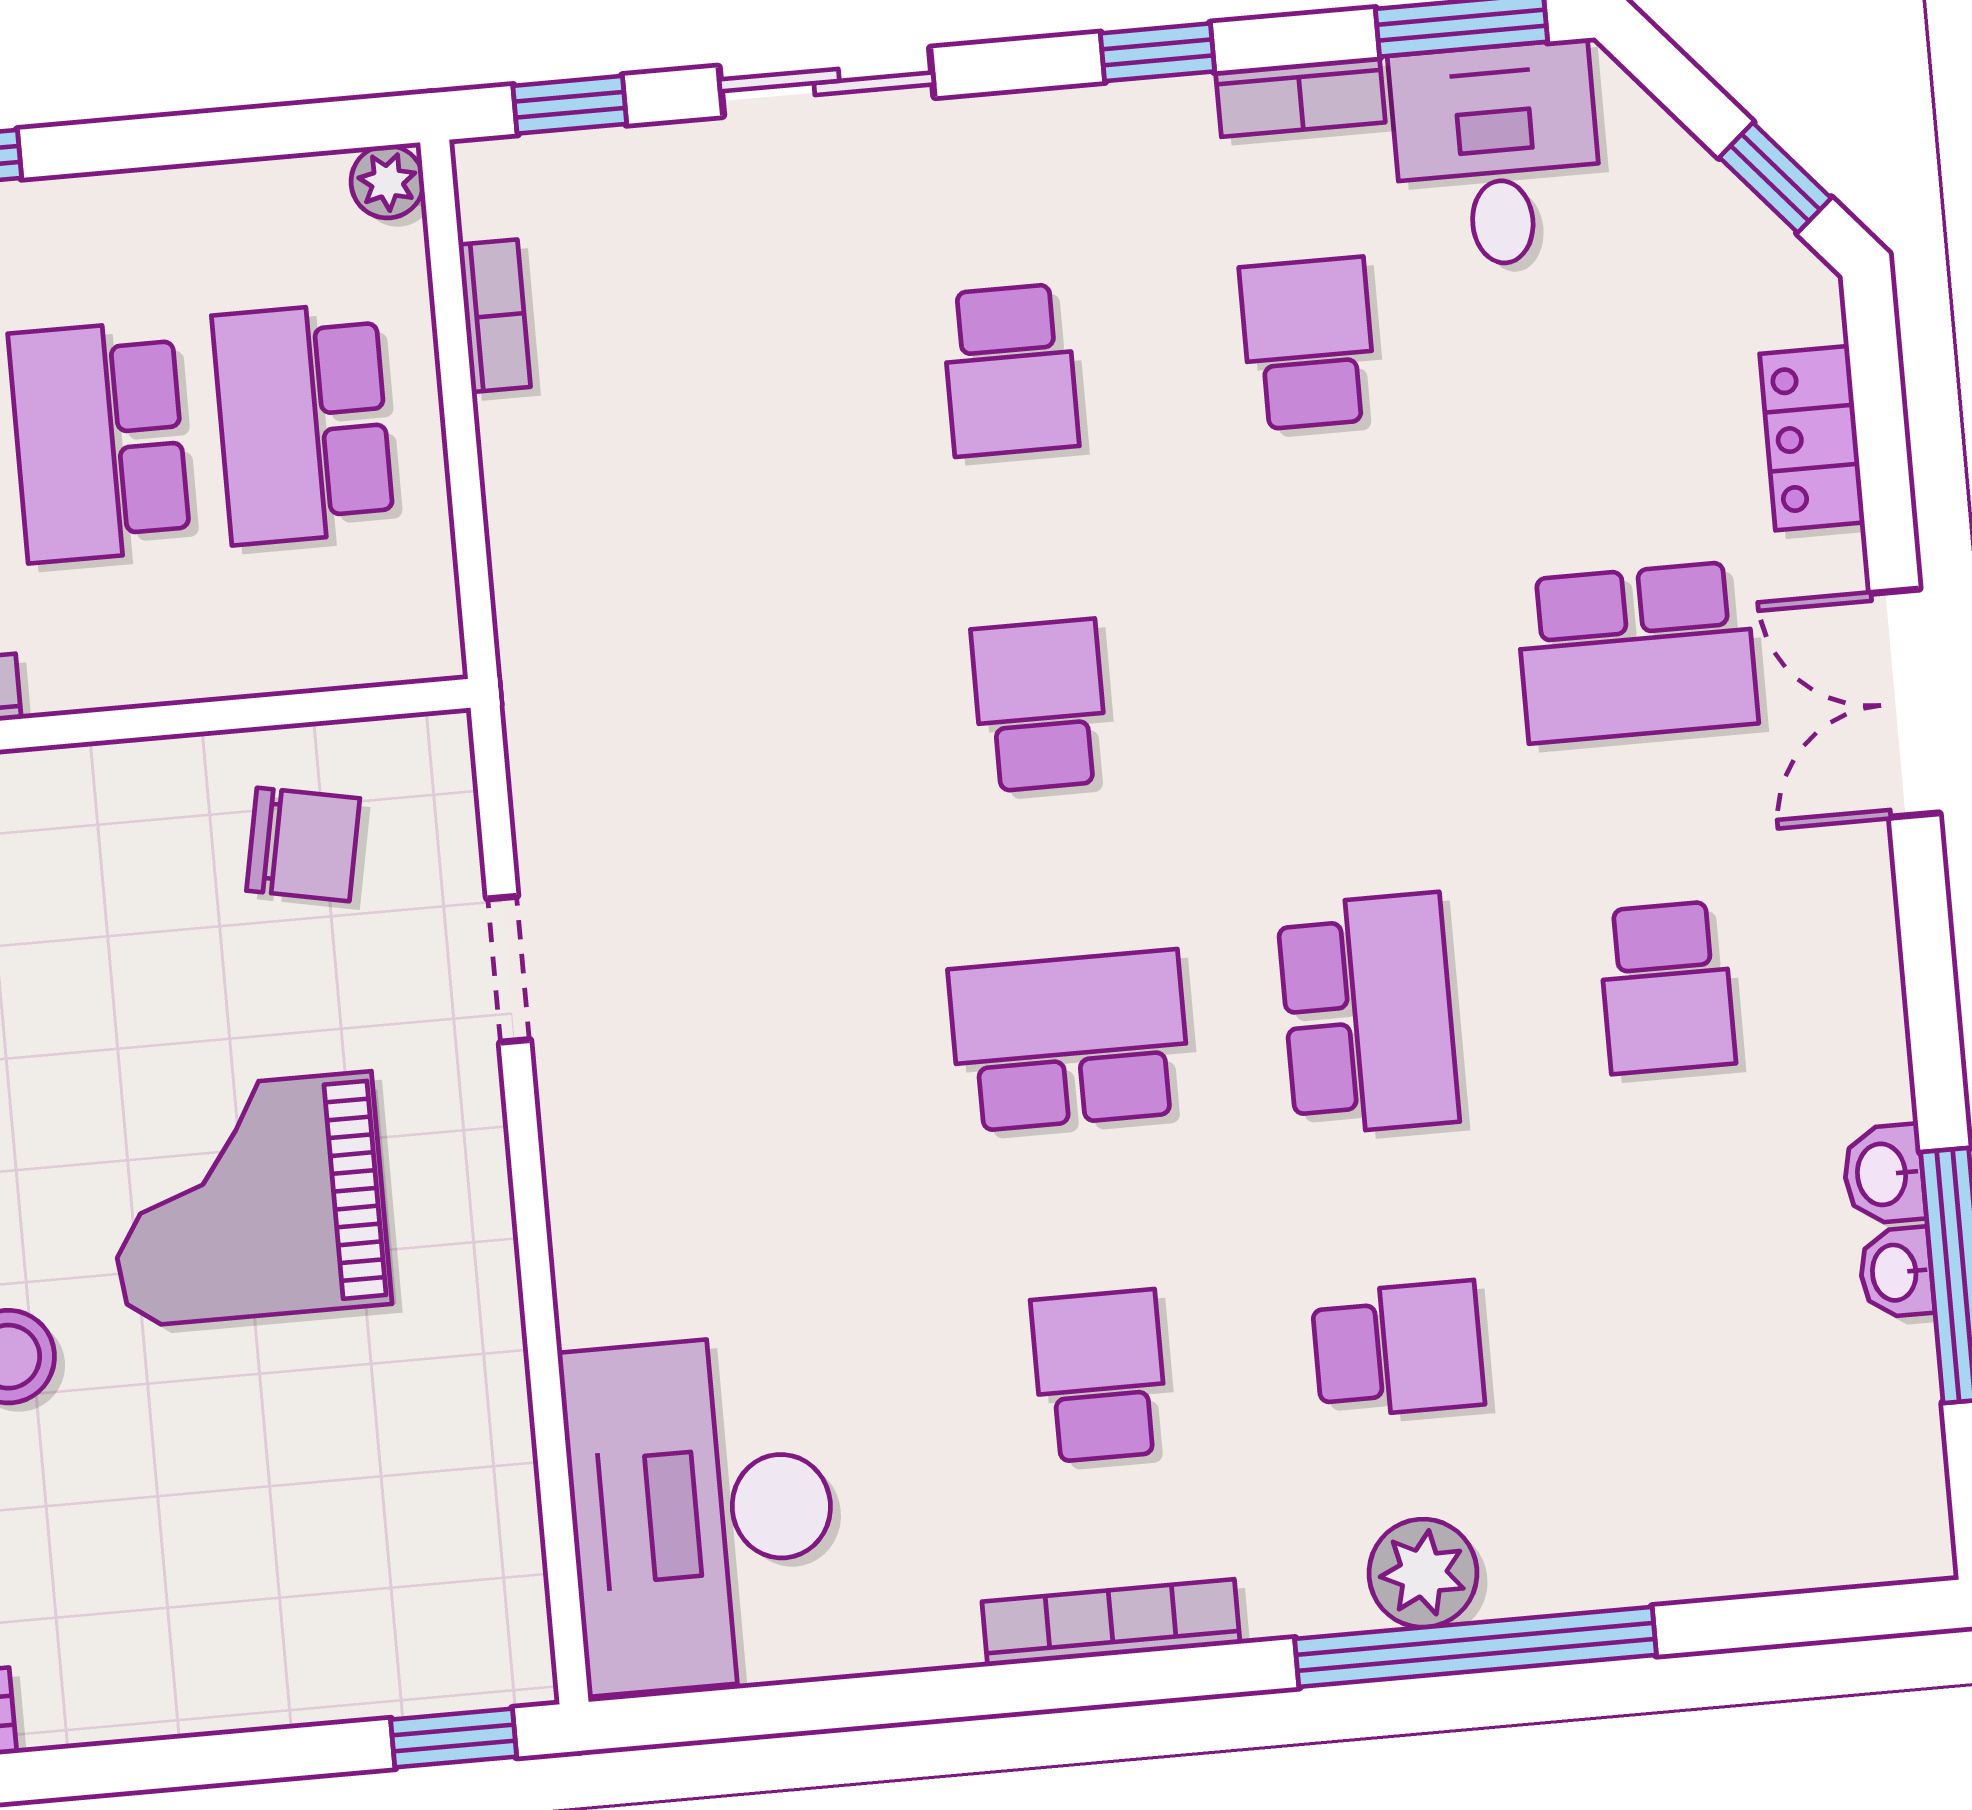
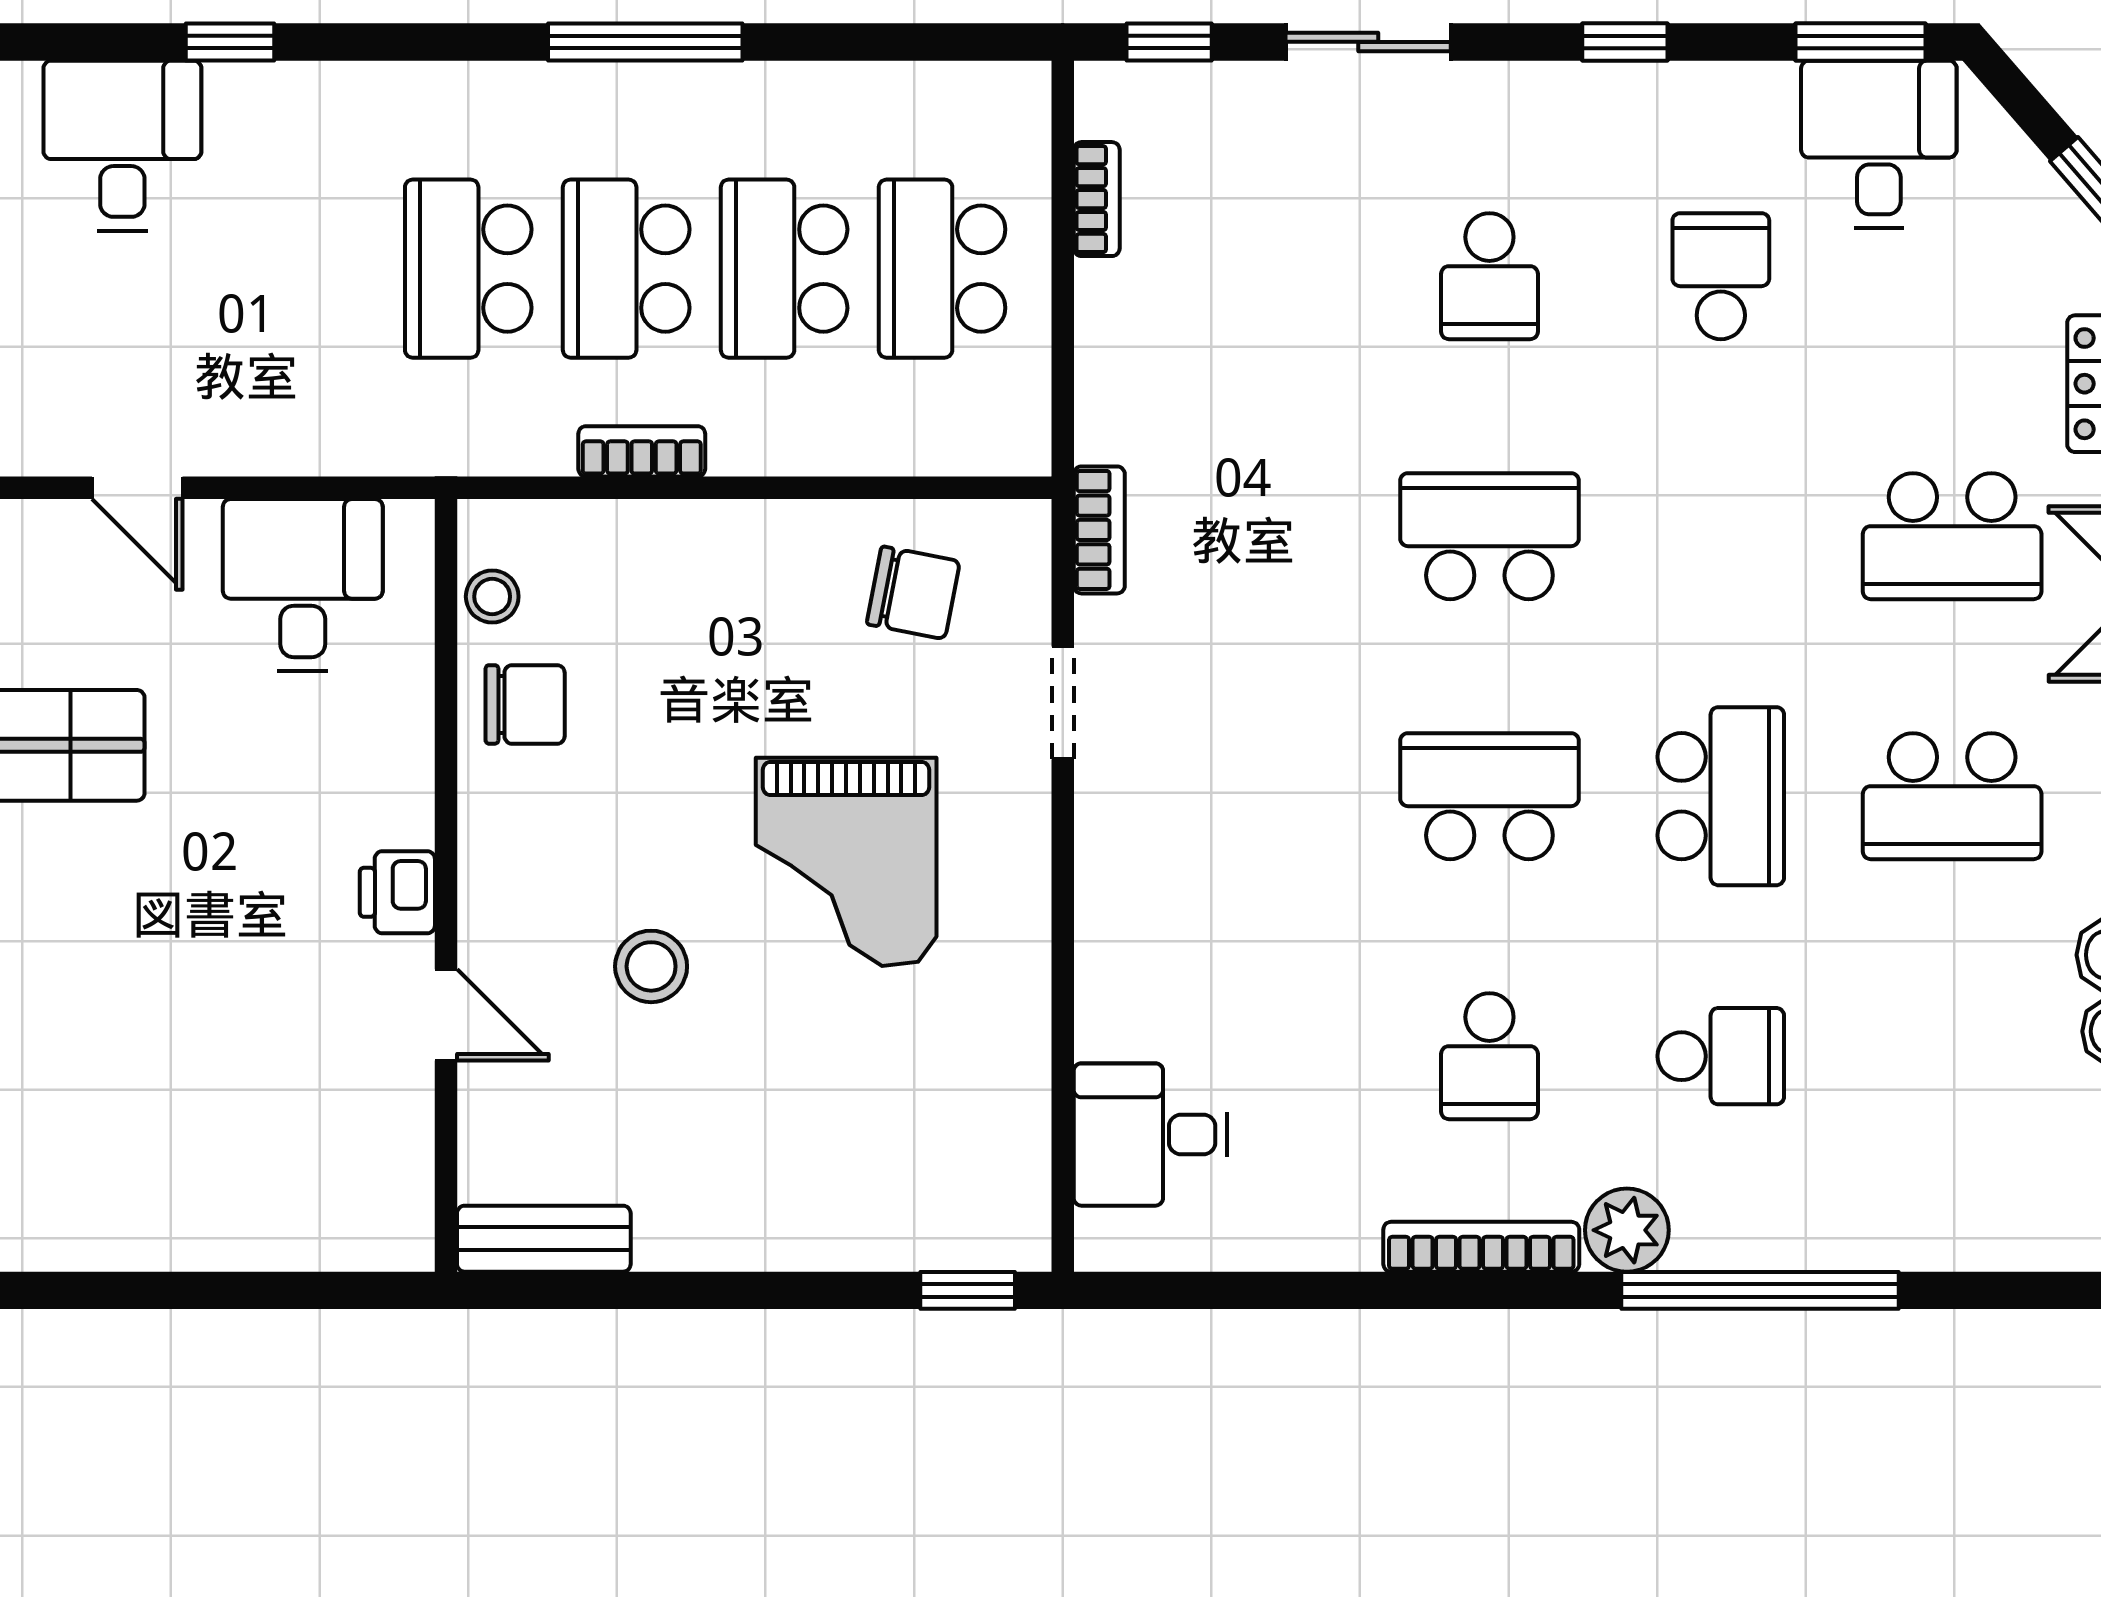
bookcase: (1300, 97) -> (1099, 530), moved, turned -90
plant: (387, 182) -> (1023, 89), removed
school desk: (1040, 705) -> (1489, 536), width x1.85
school desk: (1666, 987) -> (1952, 796), width x1.85
grand piano: (247, 1199) -> (846, 862), turned -90
school desk: (1100, 1376) -> (1489, 1056), turned 180
desk: (701, 1513) -> (1151, 1135), width x0.53, depth x0.77
plant: (1423, 1573) -> (1627, 1230), moved

